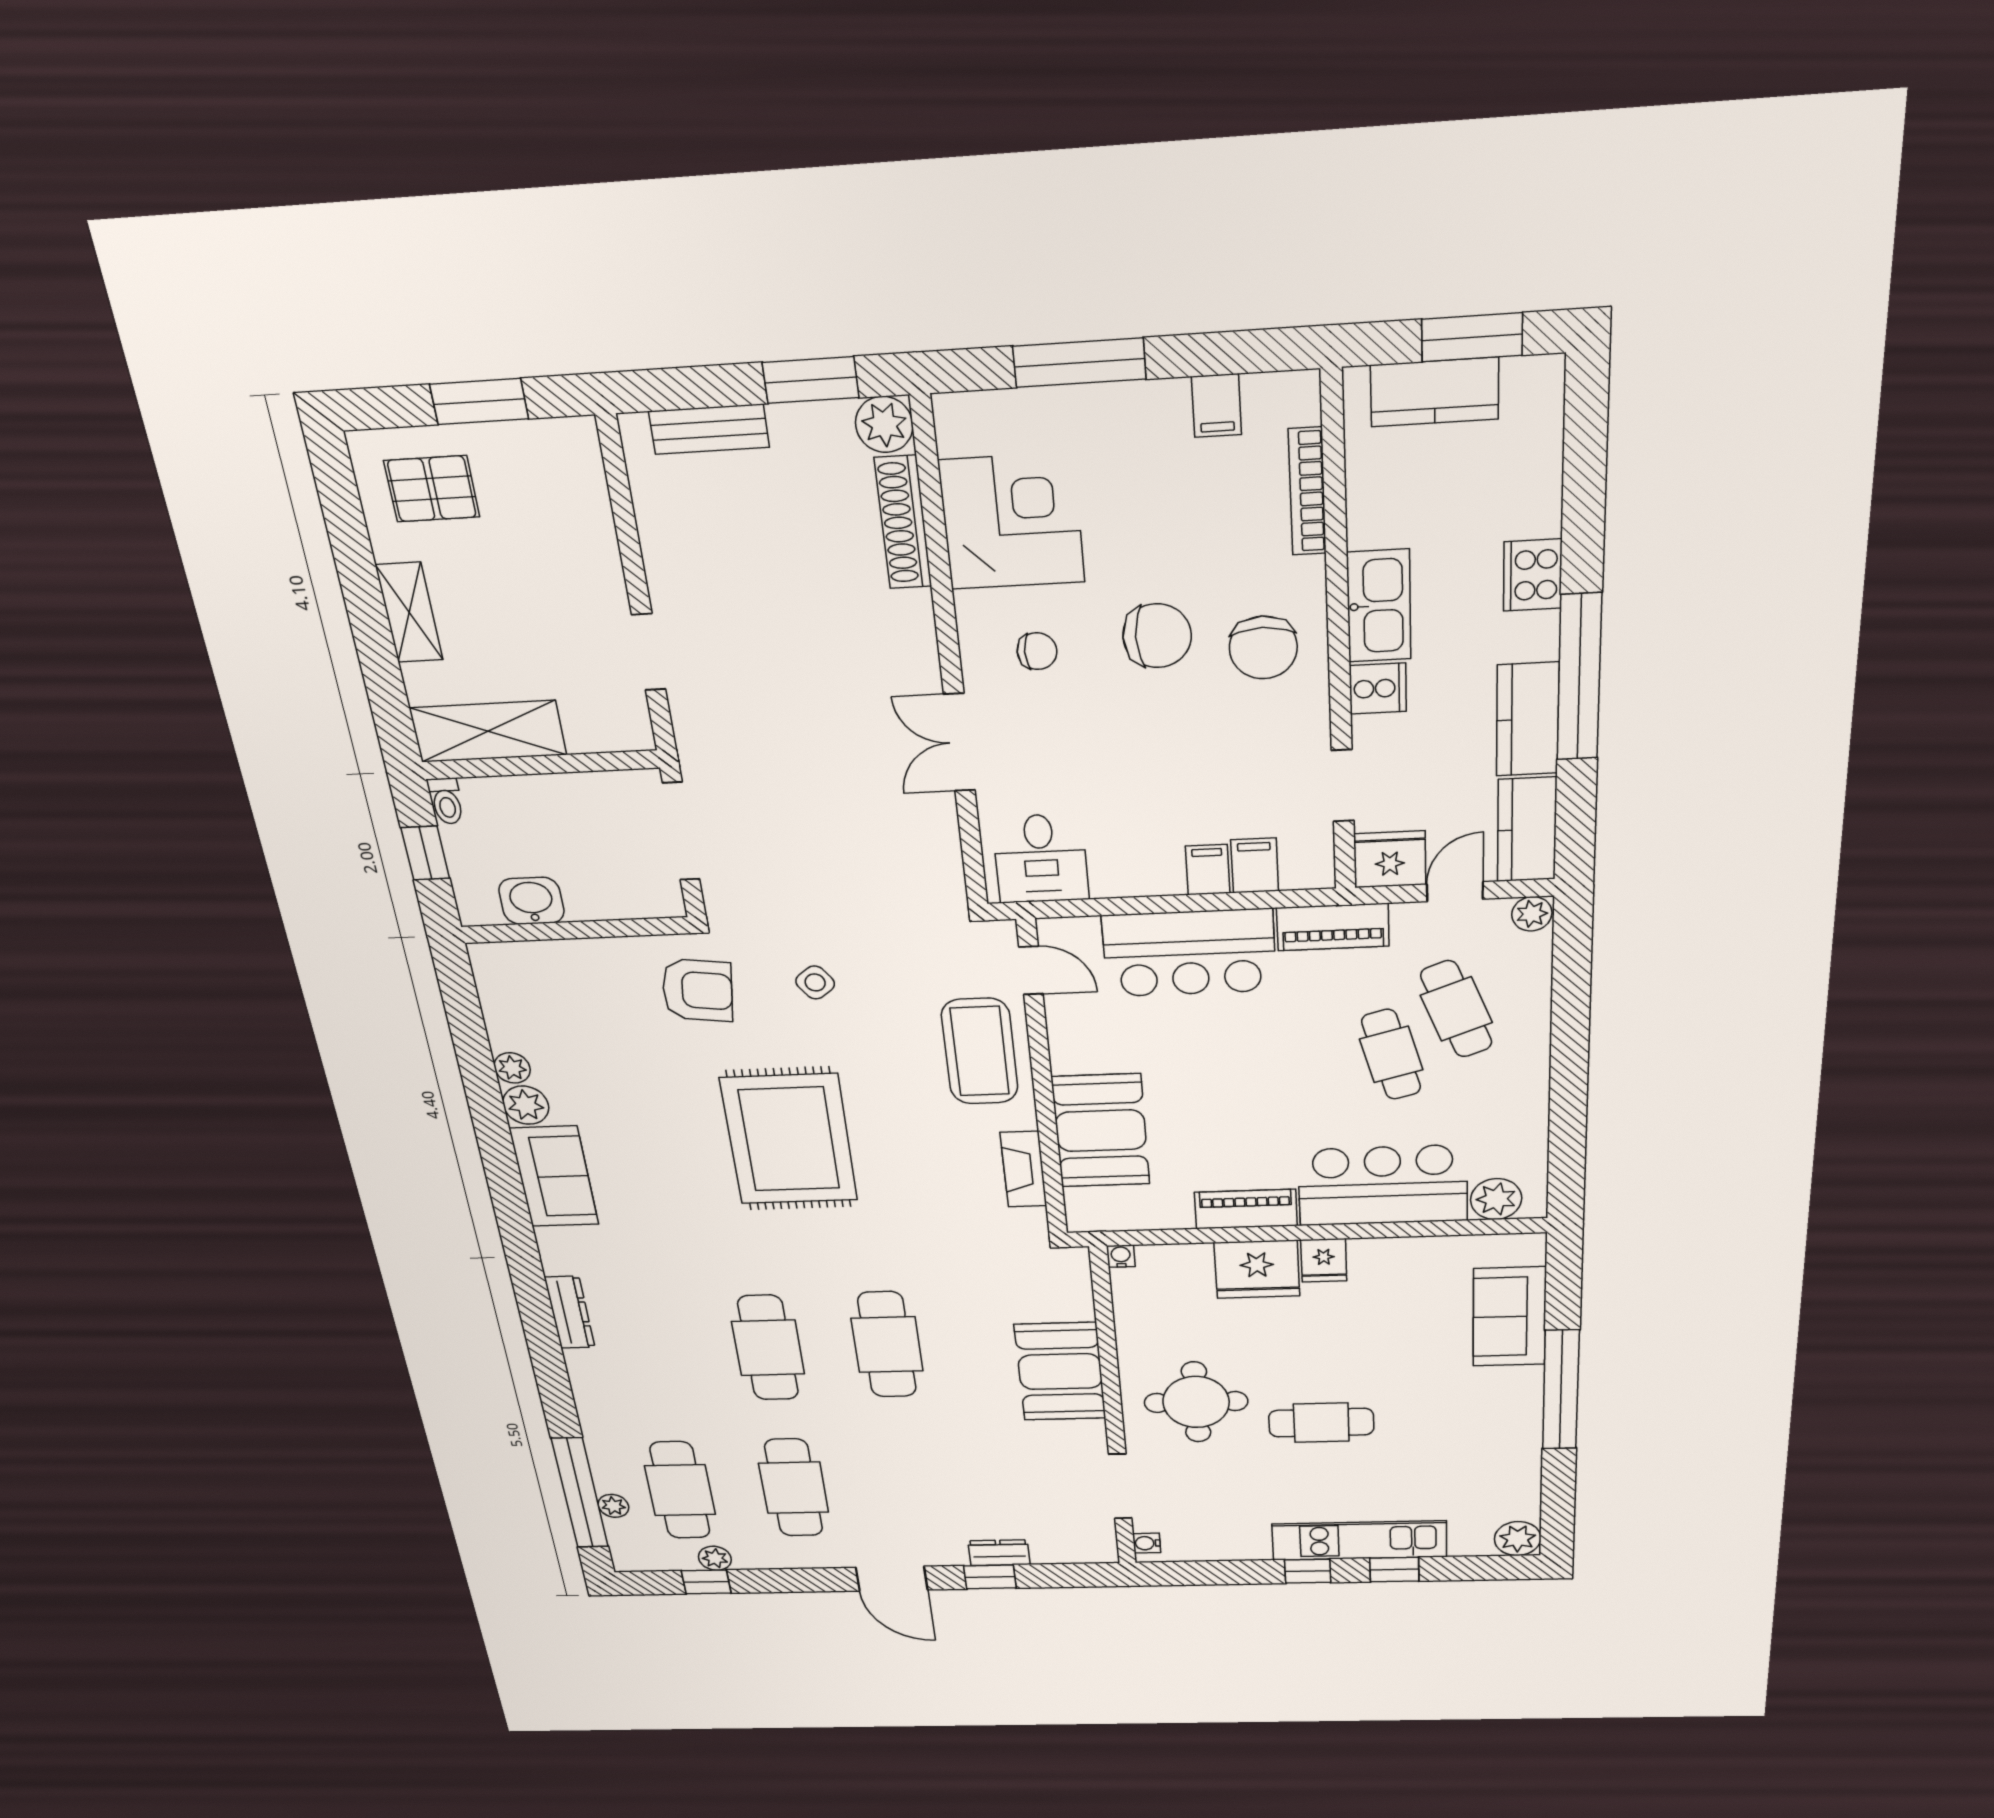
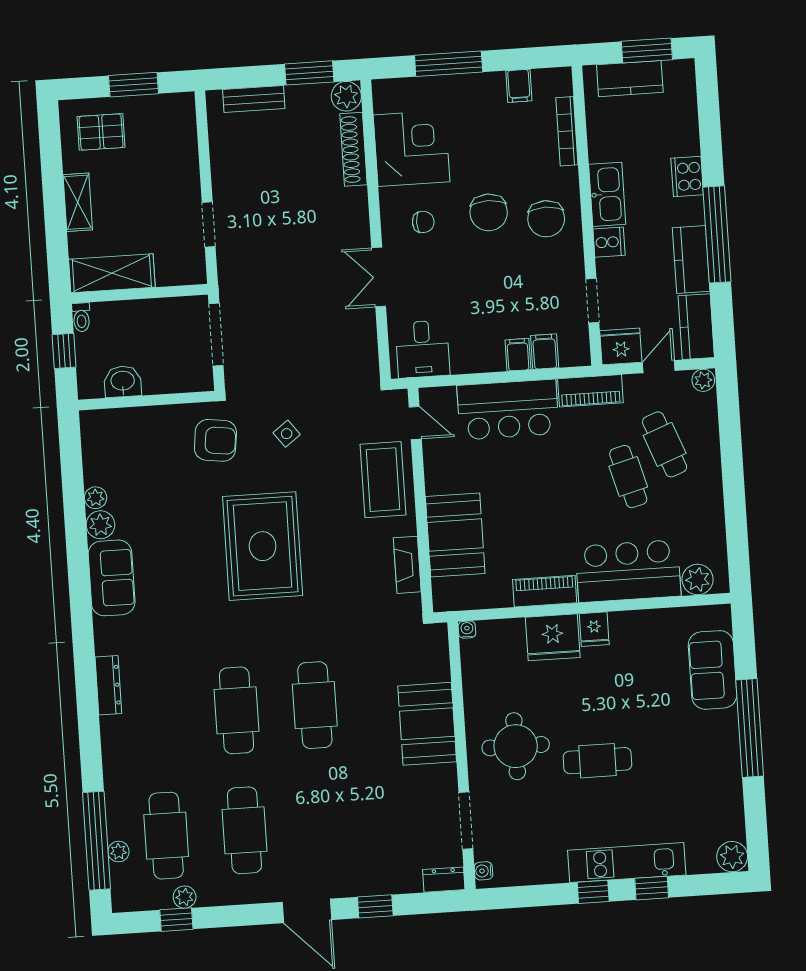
chair: (1157, 636) -> (489, 212), turned 90
dresser: (999, 1553) -> (444, 880), moved

